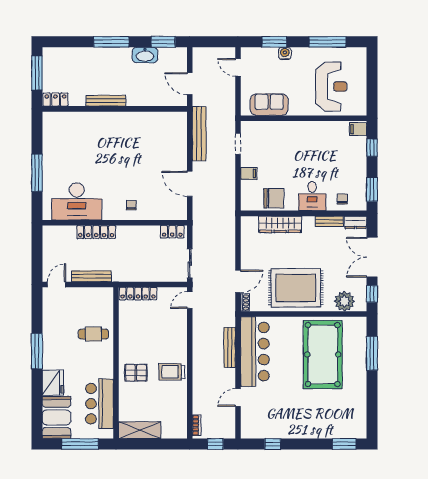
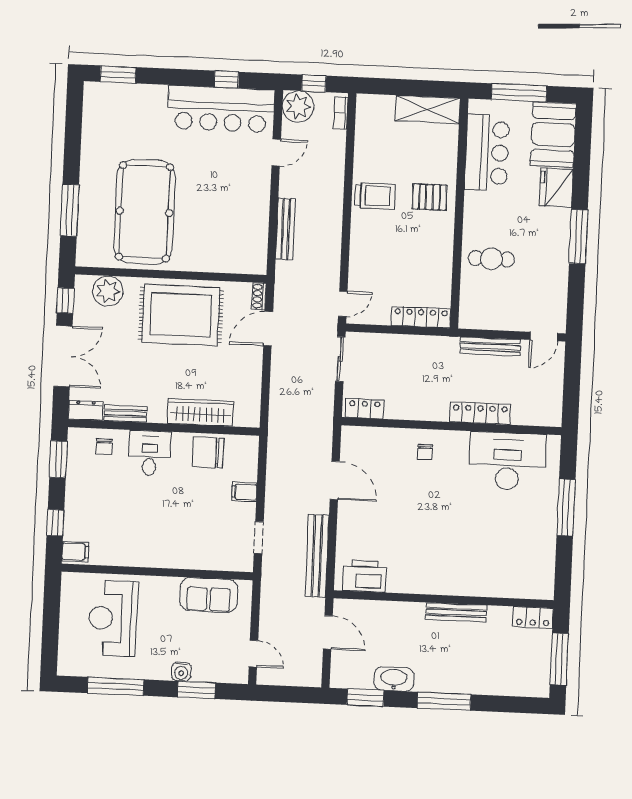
printer: (167, 122) -> (365, 576), added
bar counter: (255, 352) -> (221, 109), moved, turned -90
plant: (225, 428) -> (298, 107), added

